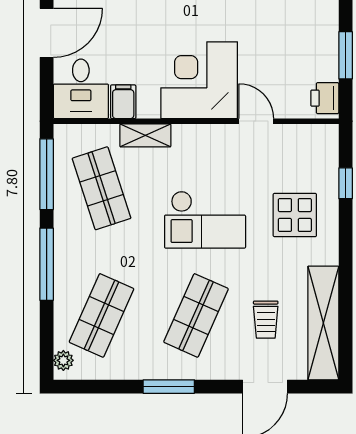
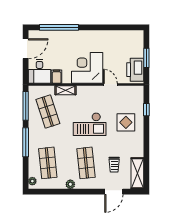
printer: (325, 98) -> (135, 70), width x1.87, depth x1.48
shop shelf: (101, 315) -> (48, 163), turned -30
shop shelf: (196, 315) -> (86, 163), turned -30
shelving: (323, 323) -> (137, 173), width x0.68
plant: (157, 368) -> (70, 184), added
window: (169, 387) -> (75, 192), removed

